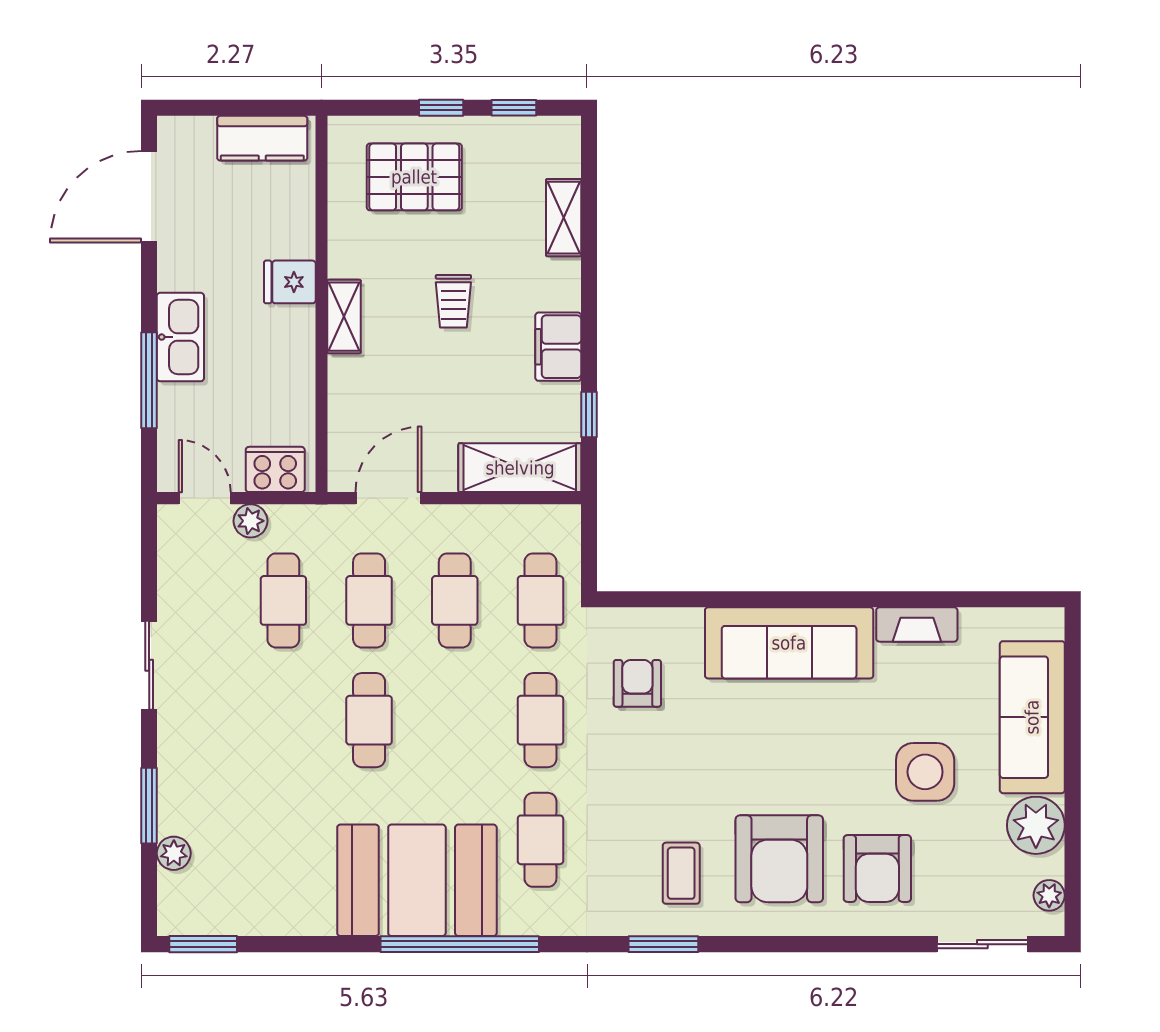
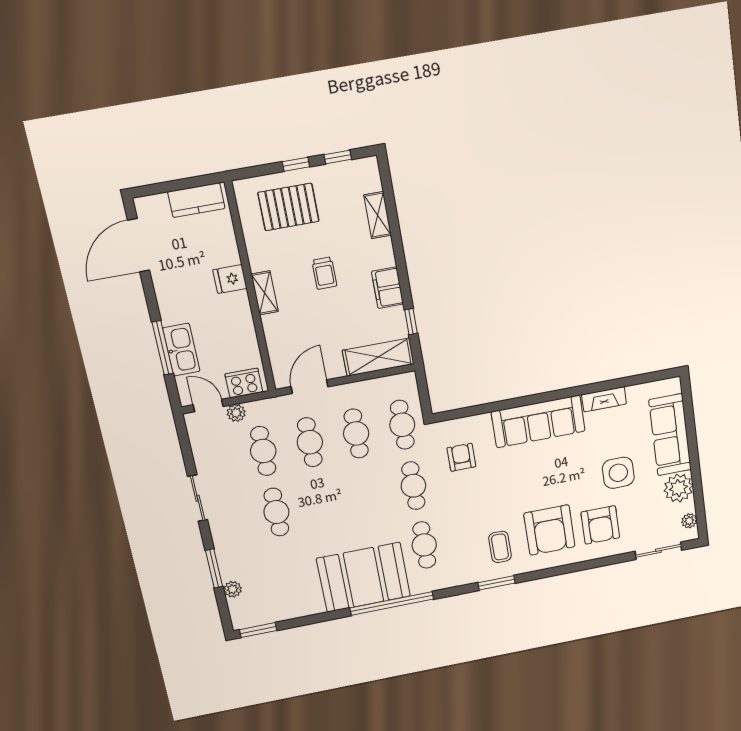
kitchen sink: (180, 337) -> (181, 350), moved
cafe table: (369, 720) -> (276, 512), moved

